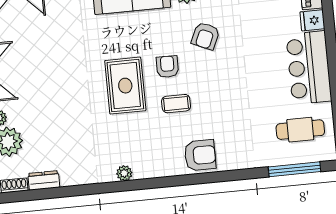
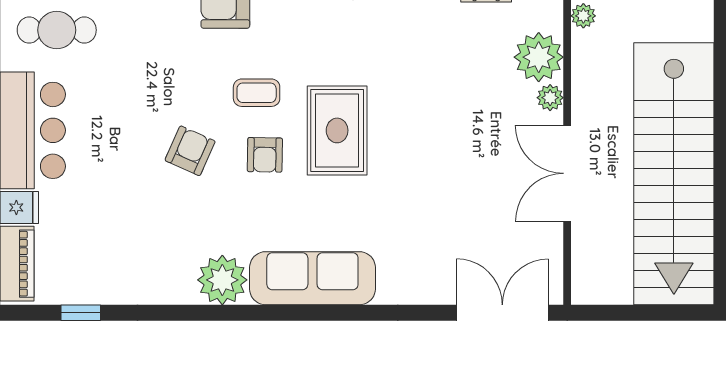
armchair: (205, 36) -> (190, 151), moved

